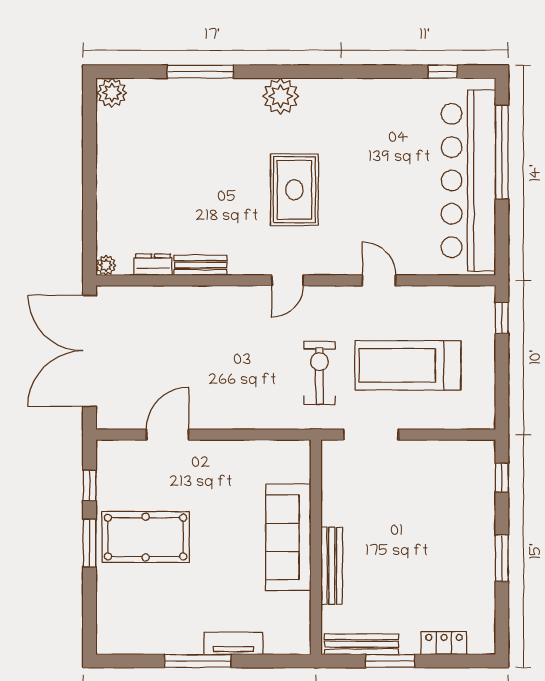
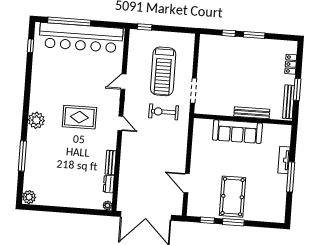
window: (502, 478) -> (229, 33), moved

